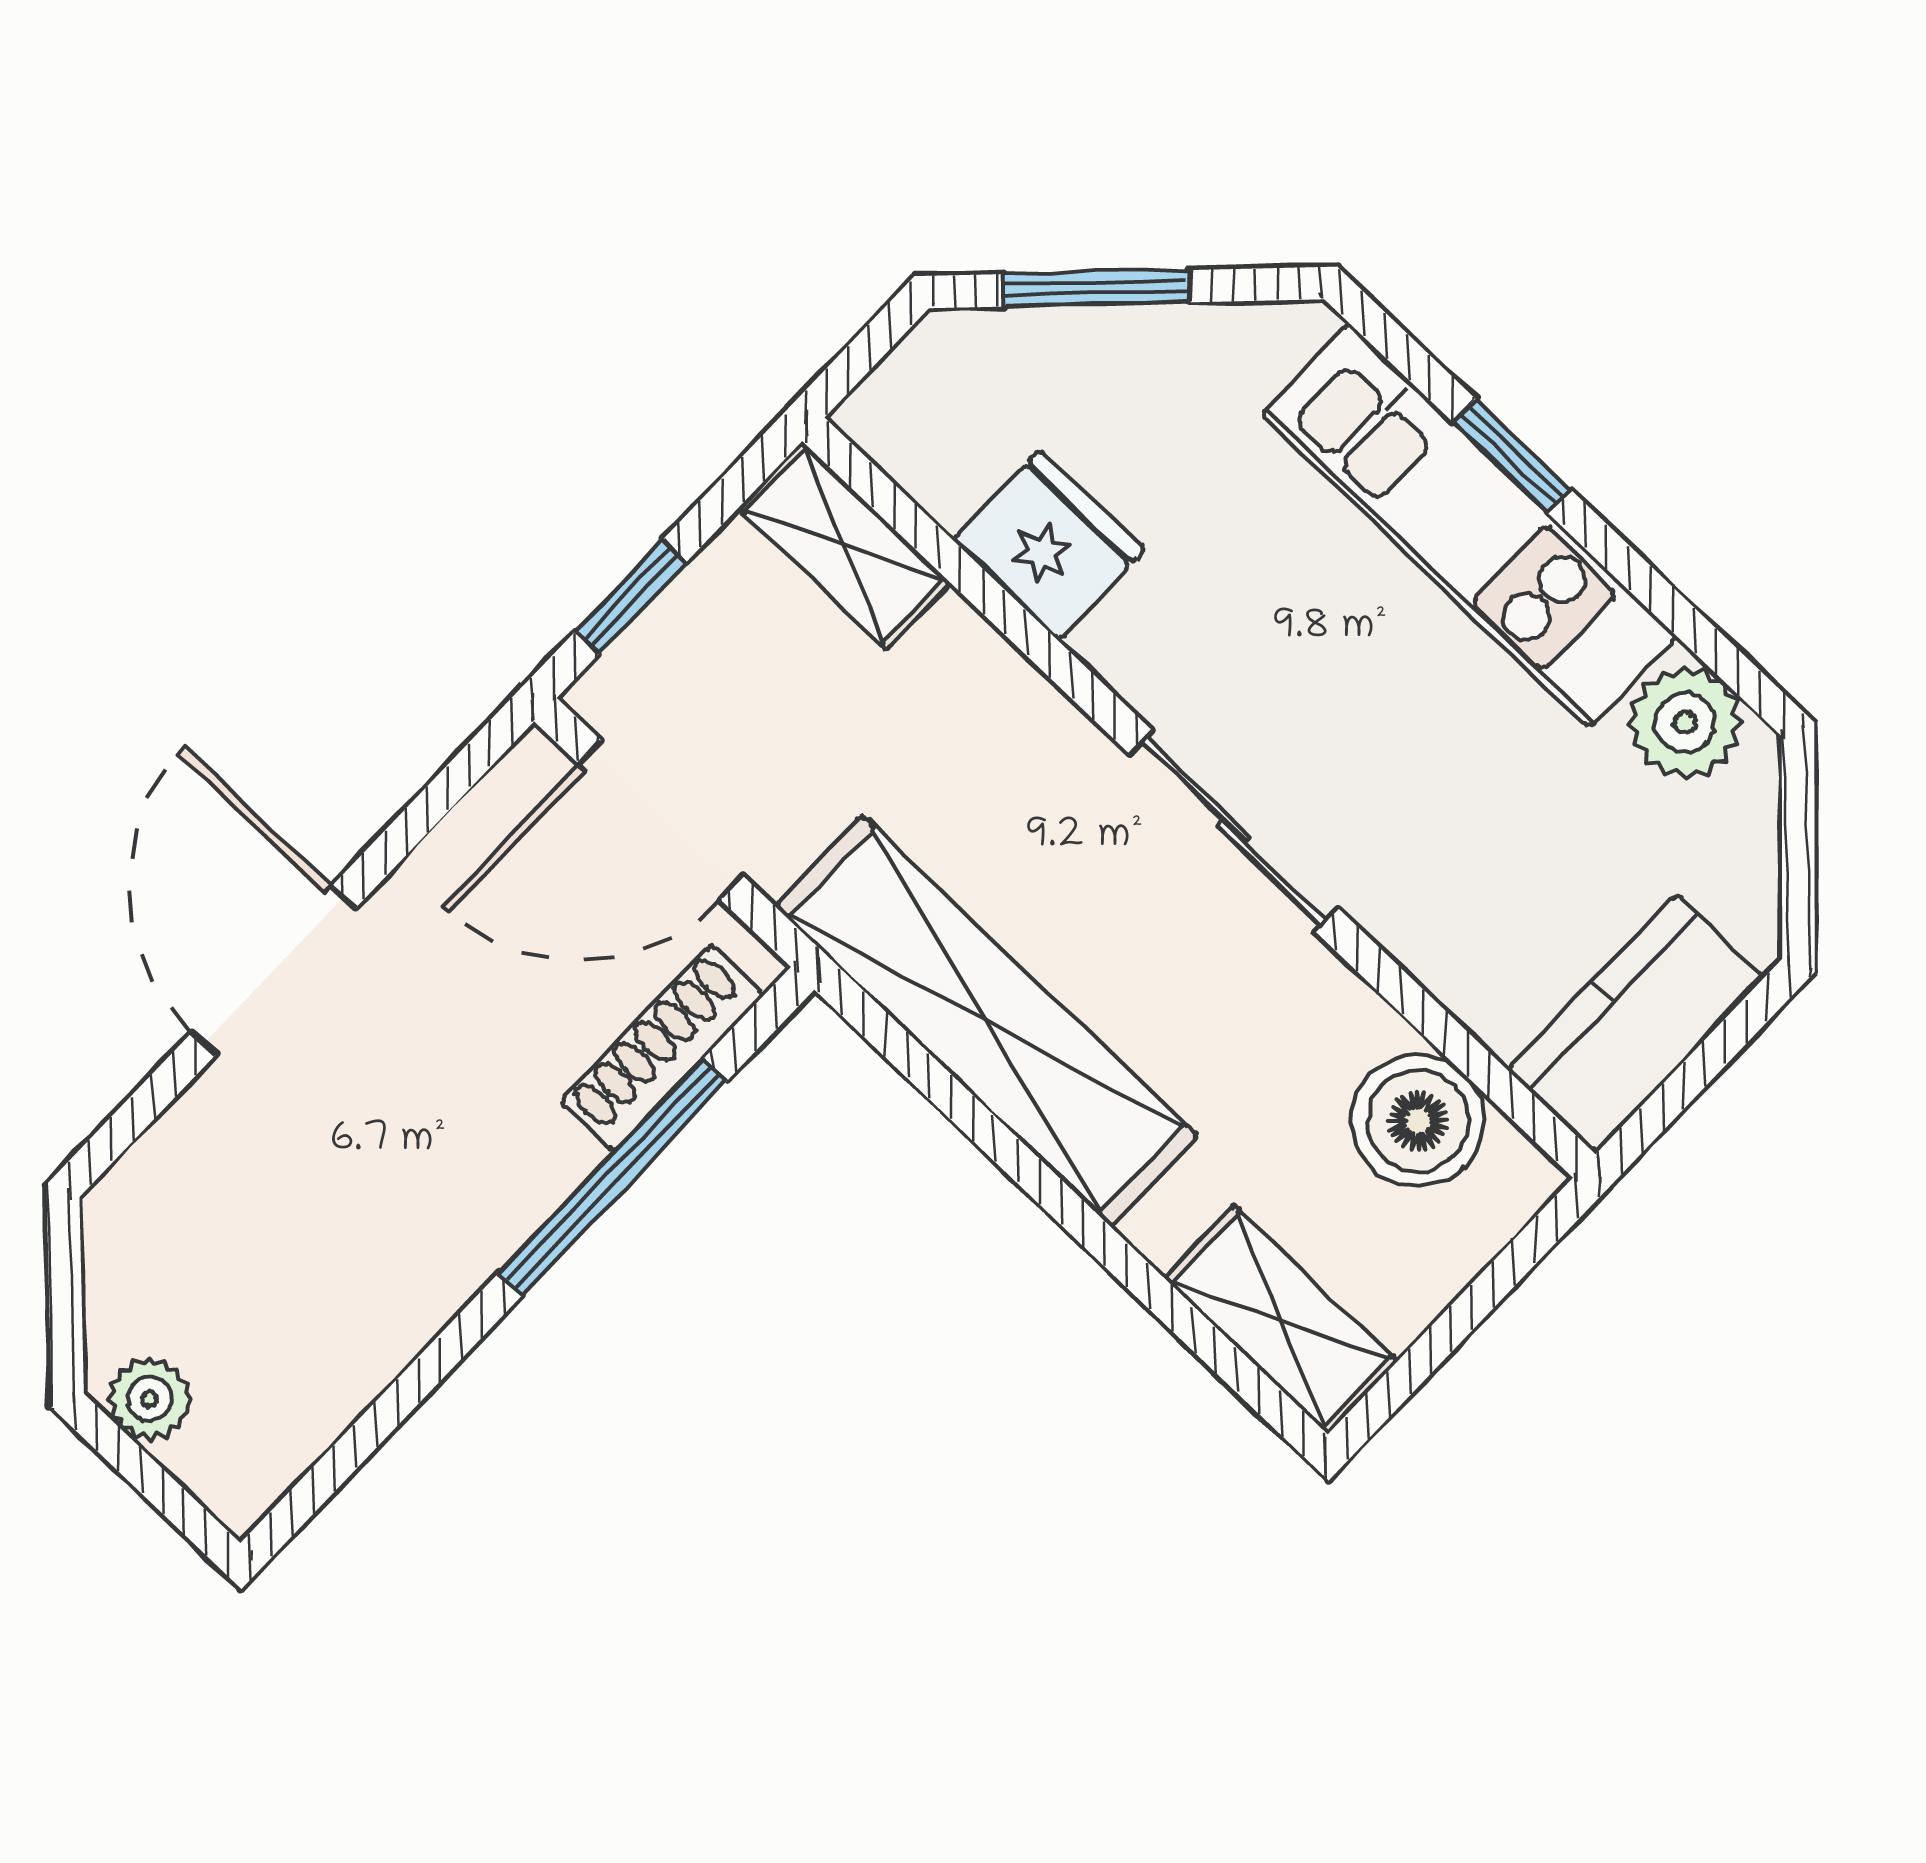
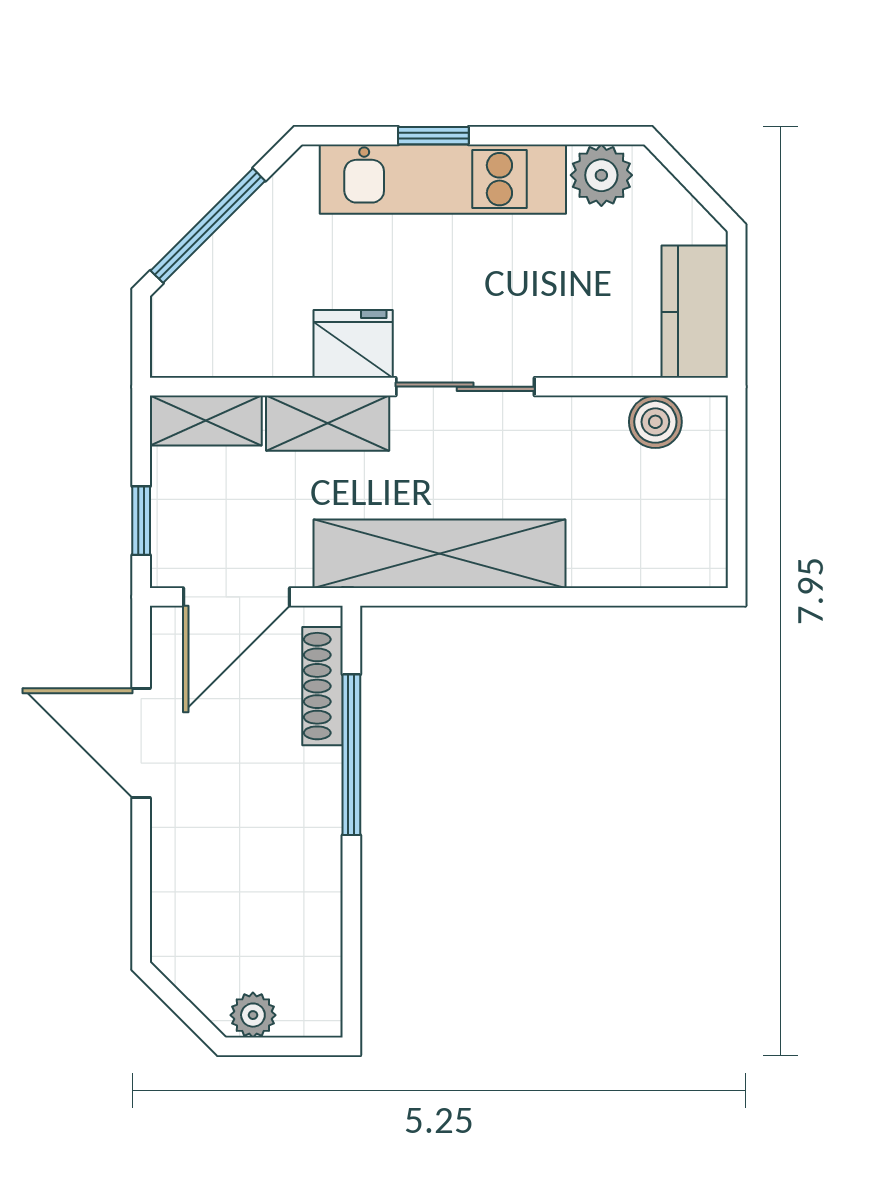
window: (1096, 288) -> (208, 226), width x1.44
fridge: (1049, 545) -> (353, 344), moved
door: (273, 971) -> (141, 743), moved
boiler: (1418, 1121) -> (655, 422), width x0.73, depth x0.73
shelving: (1281, 1320) -> (328, 423), moved

